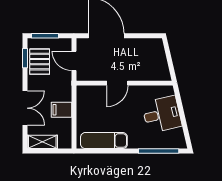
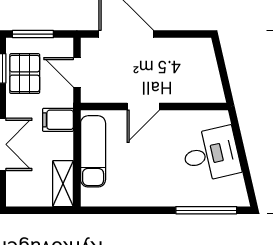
filing cabinet: (61, 110) -> (58, 120), moved
exam couch: (104, 141) -> (93, 151), moved, turned 90
shelving: (42, 142) -> (63, 184), moved, turned 90

